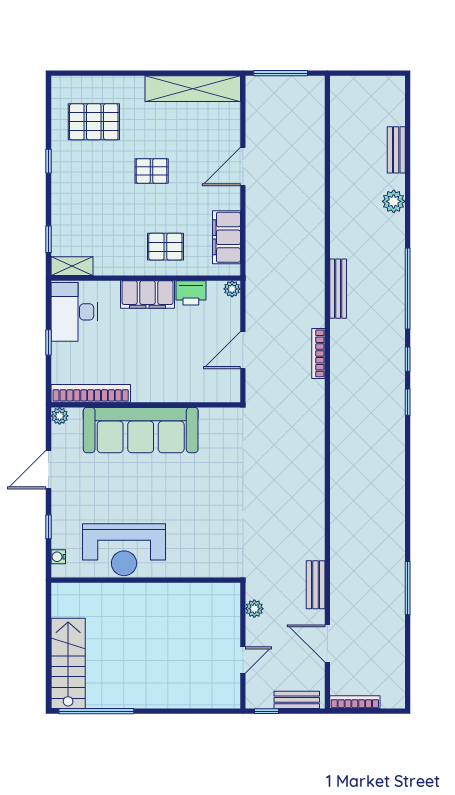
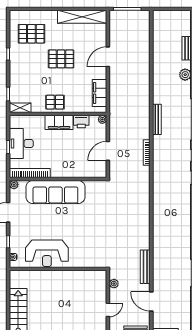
pallet: (152, 171) -> (61, 59), width x1.50, depth x1.42
pallet: (165, 247) -> (55, 102), moved
desk: (74, 312) -> (21, 144), moved
bench: (316, 585) -> (145, 267), width x1.36

